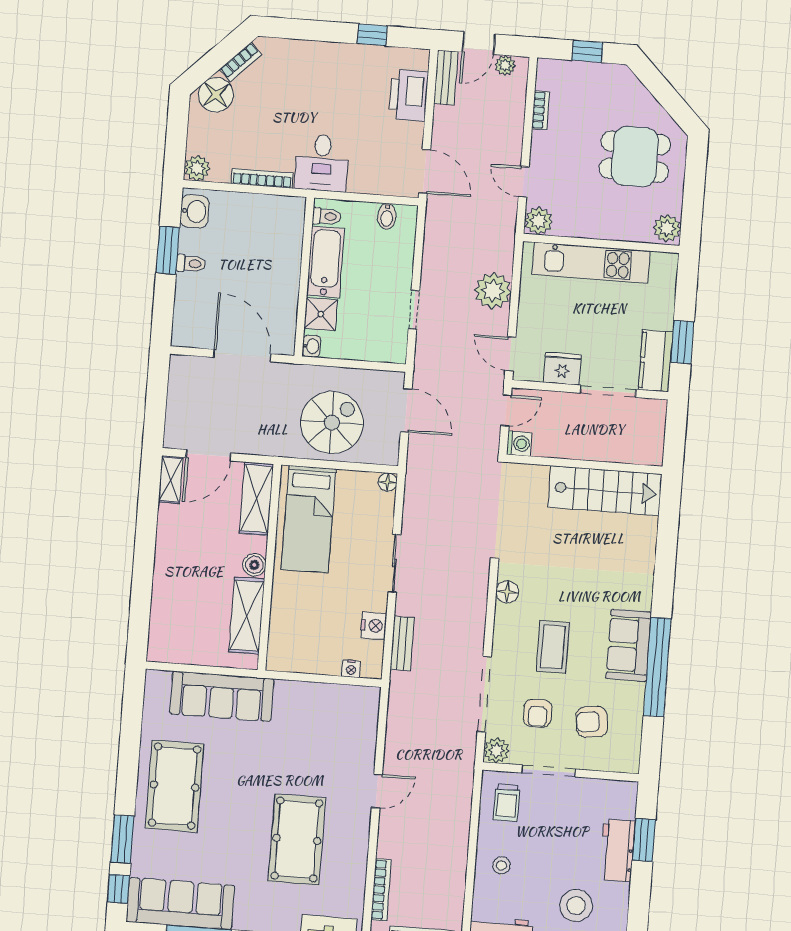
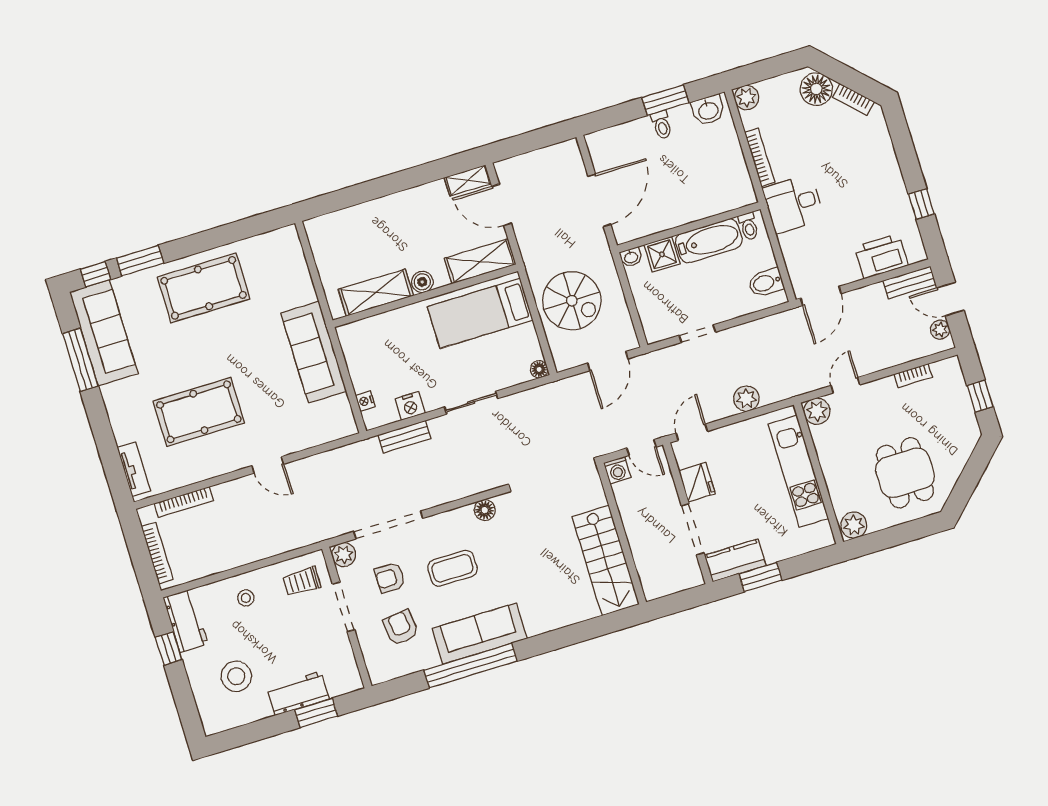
bidet: (387, 216) -> (766, 283), width x1.38, depth x1.36
plant: (493, 291) -> (746, 399), width x0.73, depth x0.73
sofa: (629, 645) -> (480, 634), width x1.36
sofa: (222, 696) -> (314, 352), moved

